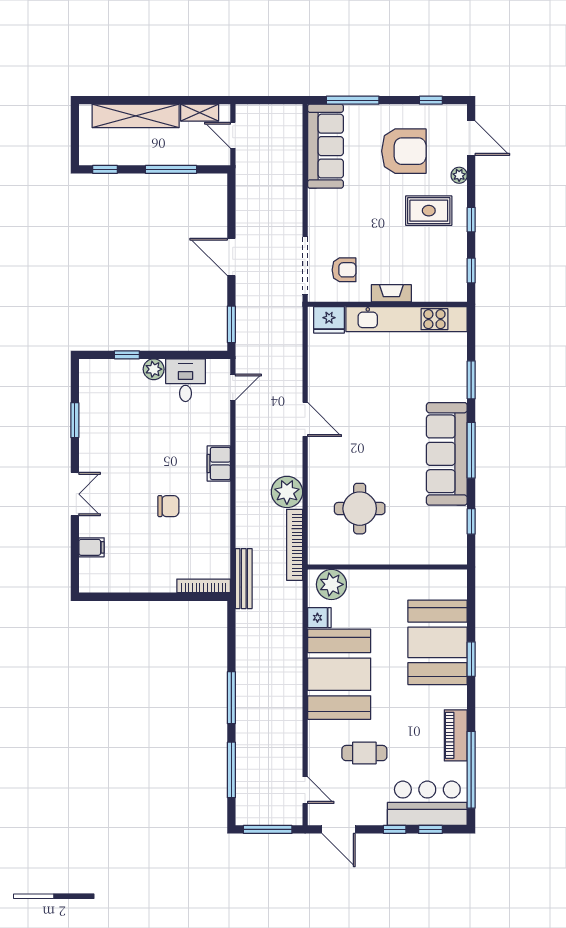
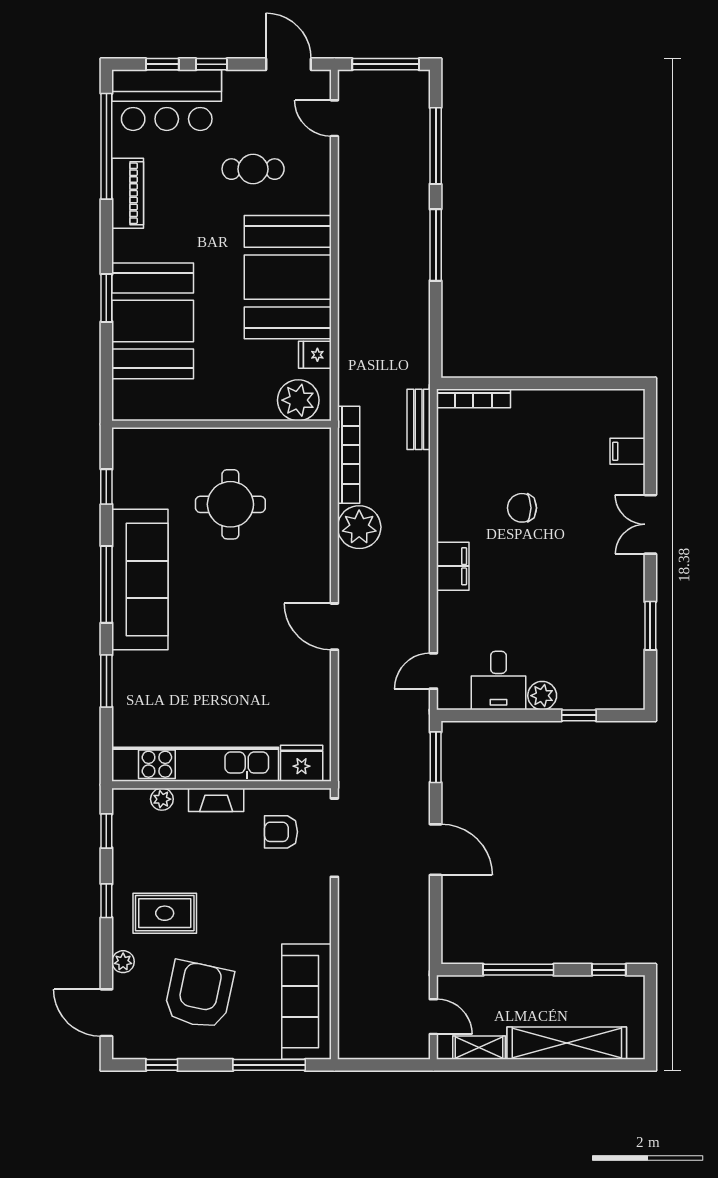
armchair: (404, 151) -> (199, 995), turned 102
plant: (431, 294) -> (162, 799), added
round table: (360, 509) -> (230, 504), moved
bench: (244, 579) -> (419, 419), width x0.73

